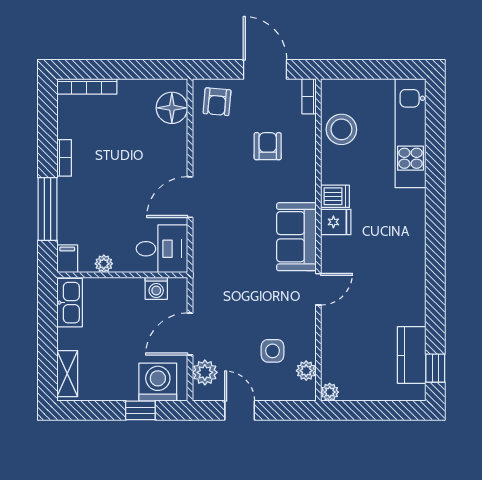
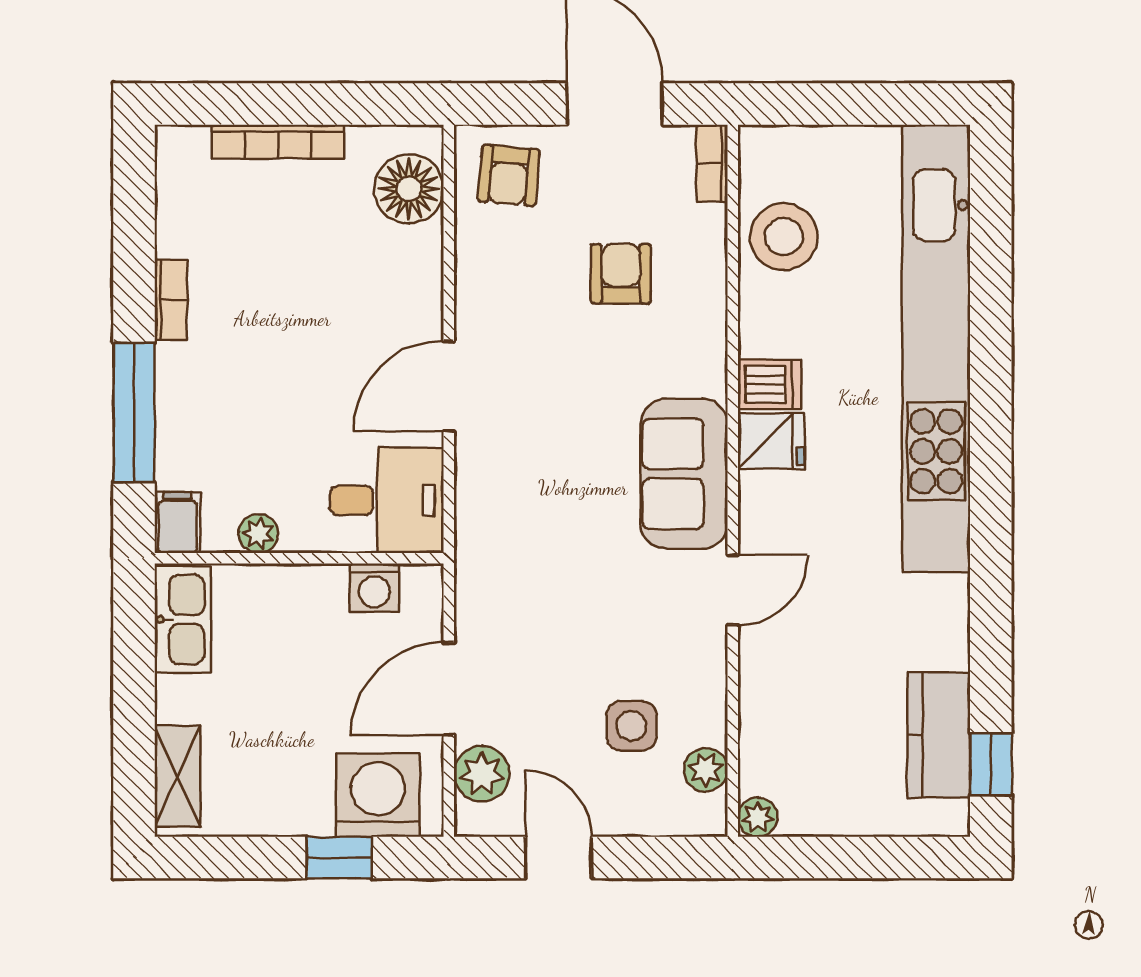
bookcase: (87, 86) -> (278, 142), moved
kitchen unit: (410, 133) -> (936, 348), width x1.86

